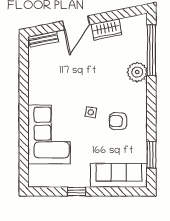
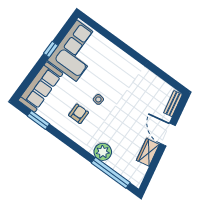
corner sofa: (49, 135) -> (77, 51), moved, turned -90

